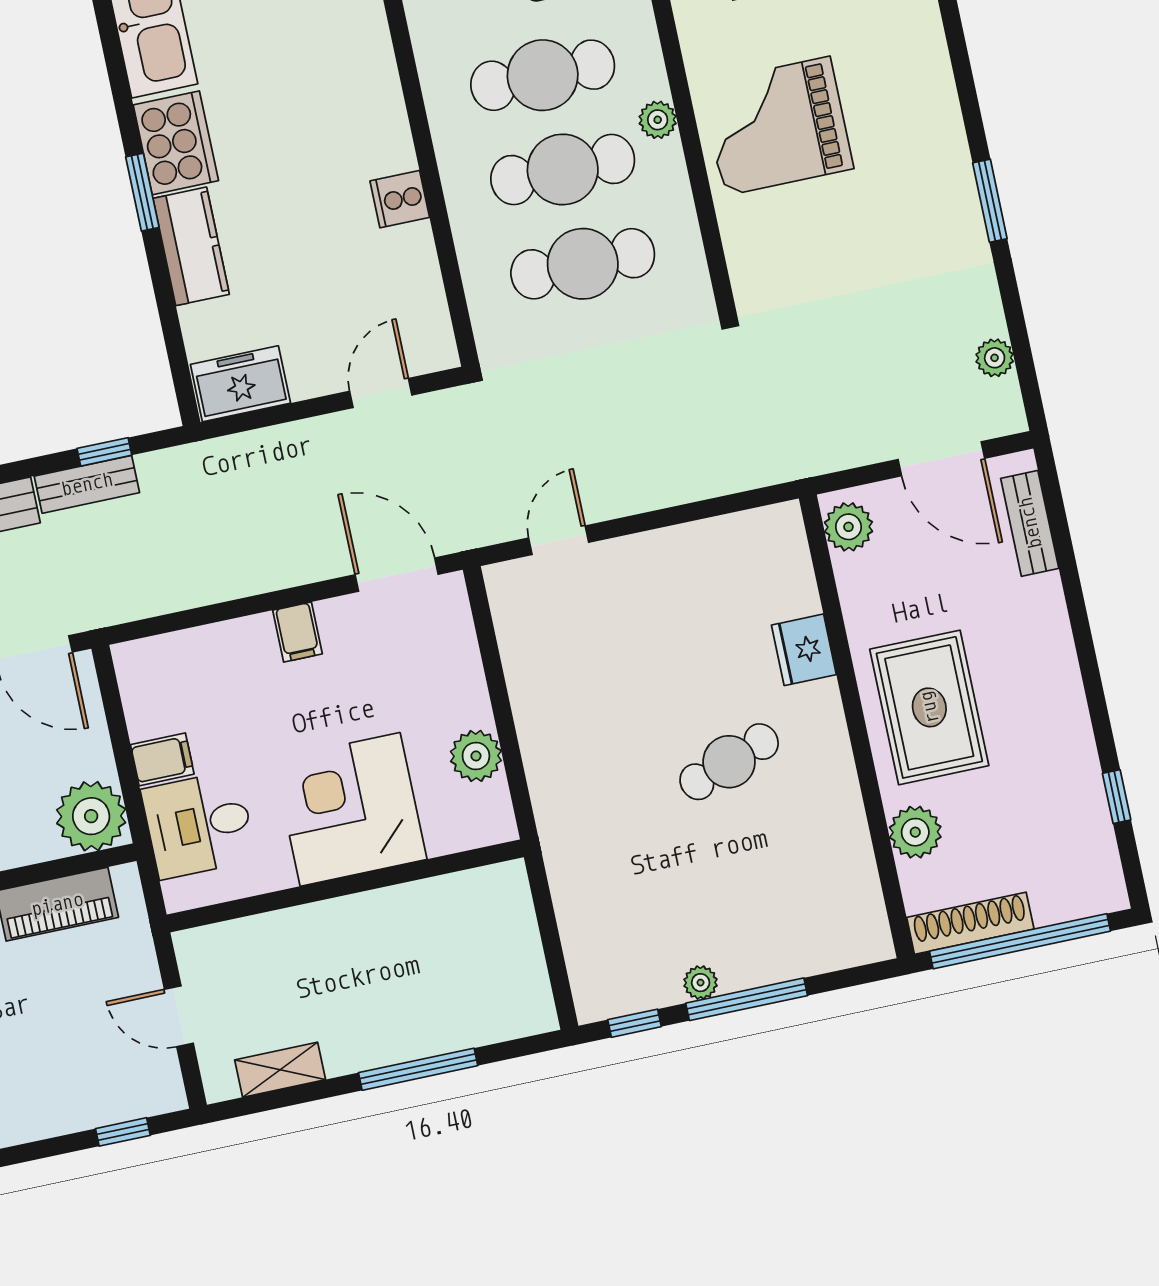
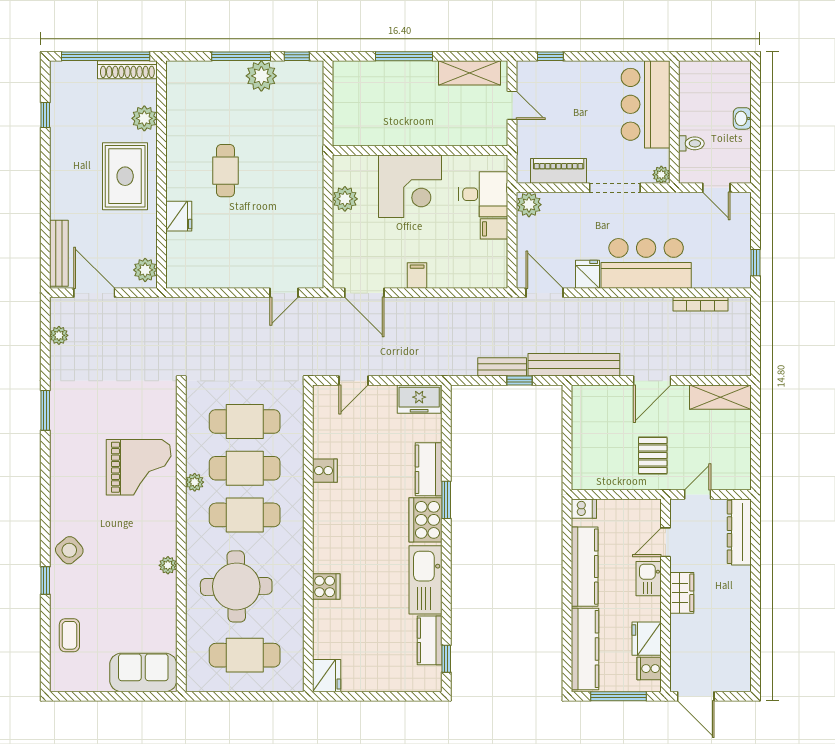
window: (104, 452) -> (520, 381), moved
bench: (1030, 523) -> (59, 253), width x1.36
cafe table: (729, 762) -> (225, 171), turned -70
plant: (91, 816) -> (529, 205), width x0.73, depth x0.73
plant: (701, 983) -> (261, 76), width x1.88, depth x1.88
shelving: (280, 1070) -> (469, 73), width x1.50, depth x1.33

